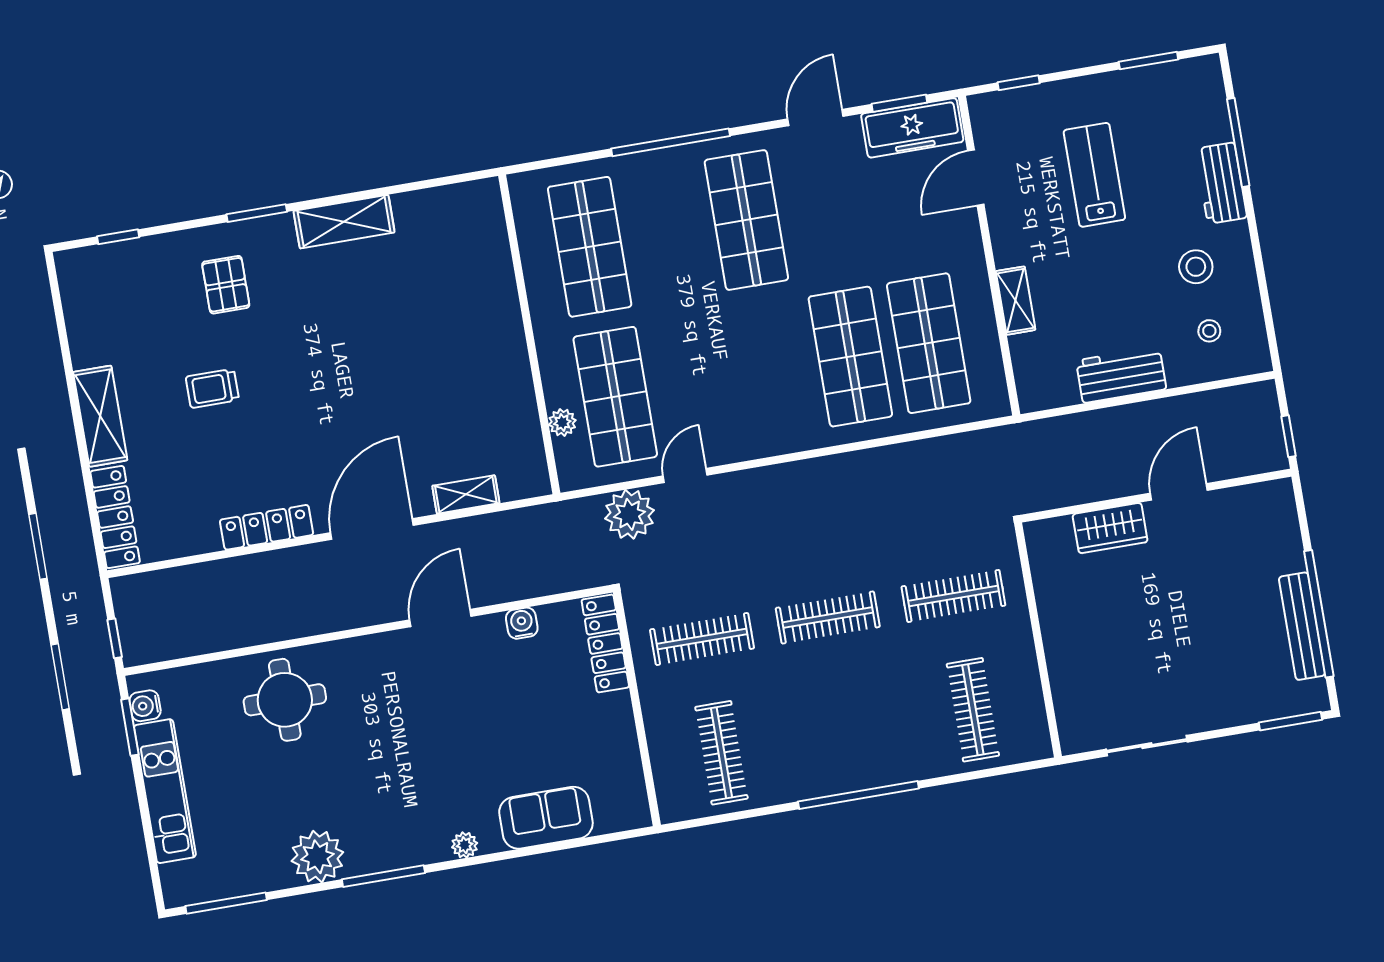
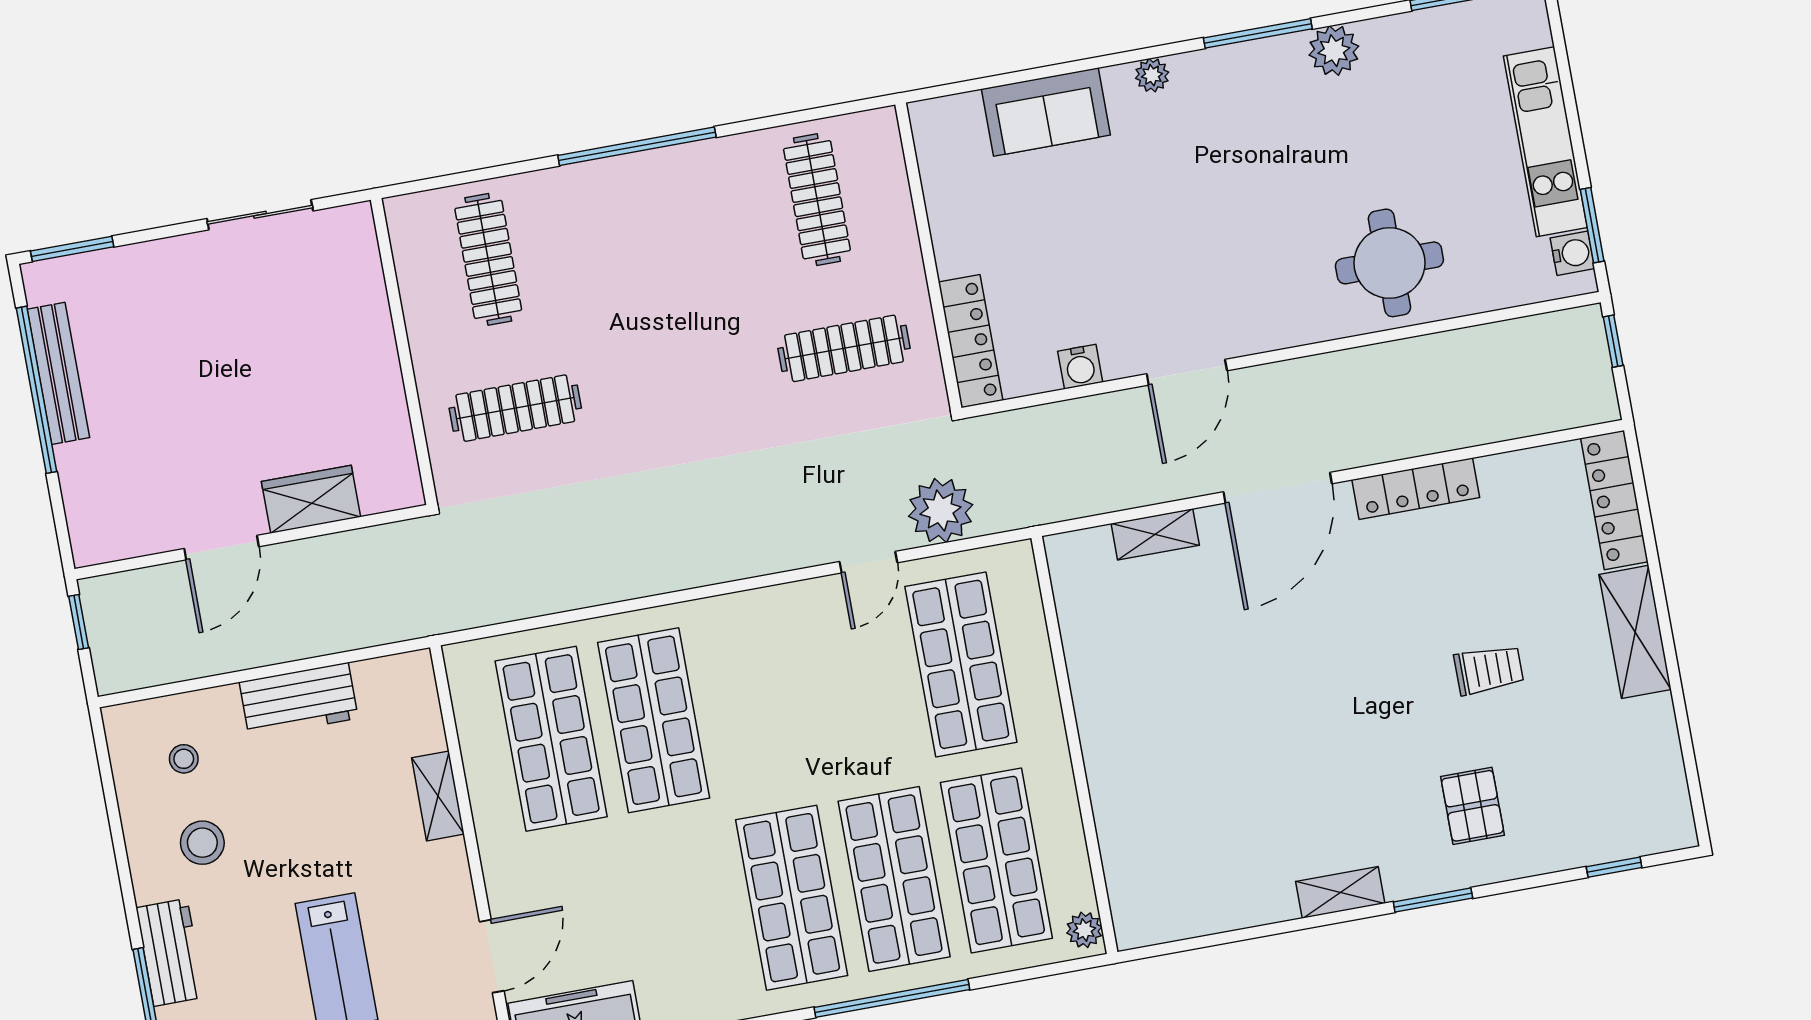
shelving: (344, 222) -> (1340, 892), width x0.67, depth x0.75
shop shelf: (668, 233) -> (894, 879), added
plant: (562, 423) -> (1084, 930), moved
clothes rail: (828, 617) -> (680, 378), removed
plant: (317, 857) -> (1334, 51), width x0.73, depth x0.73

